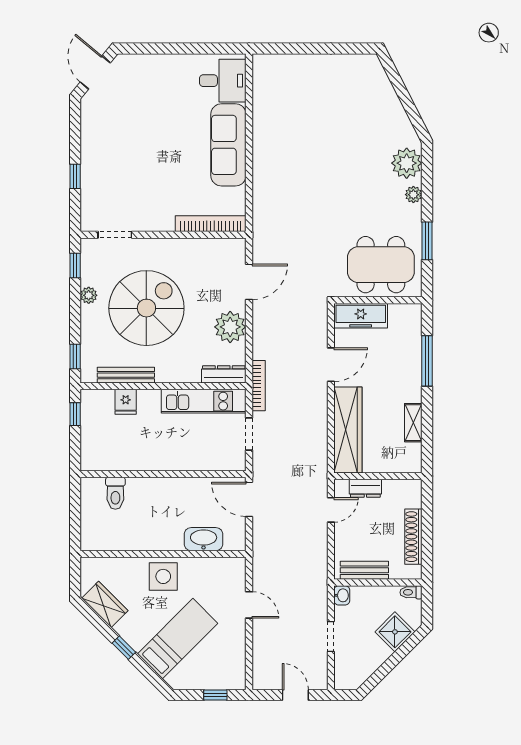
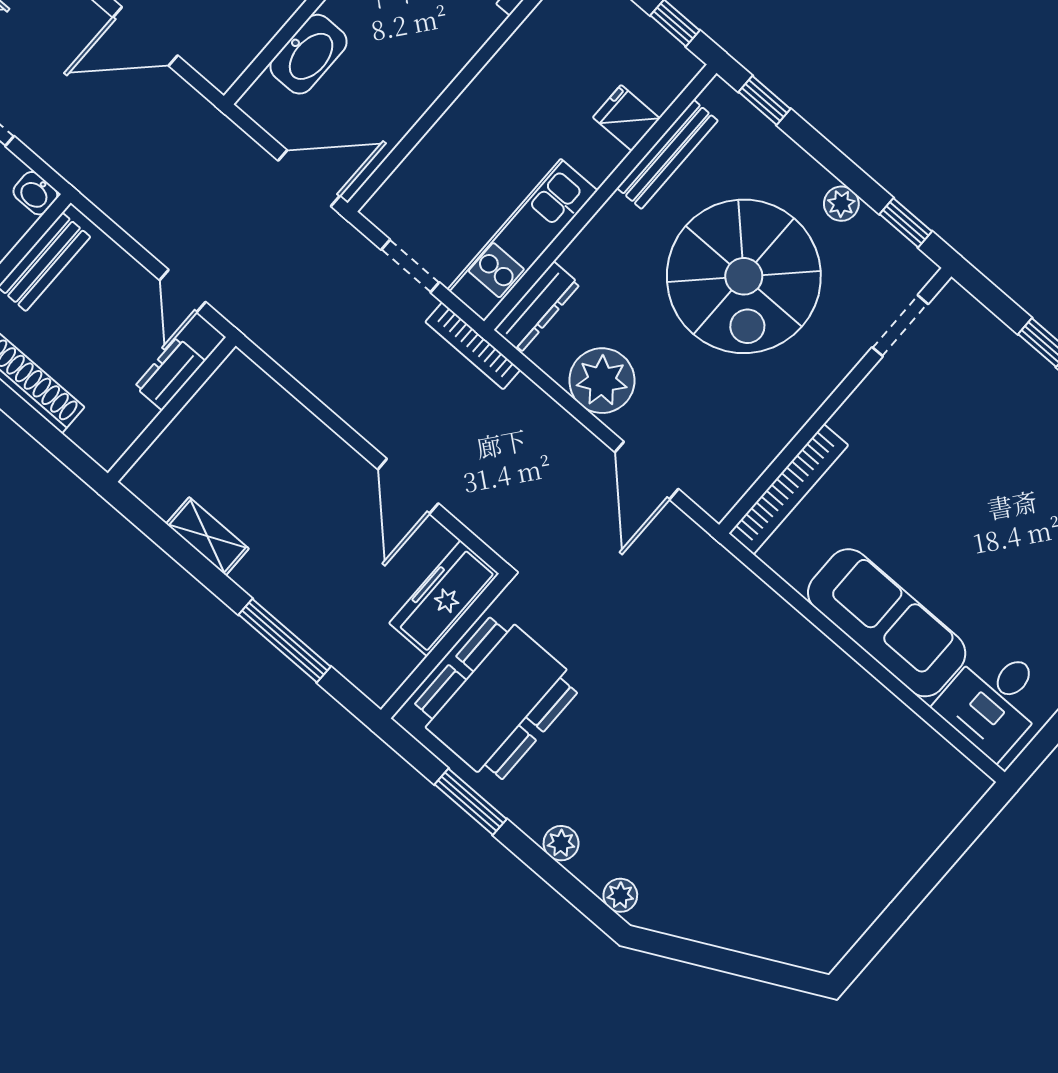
plant: (407, 163) -> (620, 895), width x0.53, depth x0.53
wardrobe: (348, 430) -> (284, 425), removed
door: (249, 605) -> (145, 36), width x1.38

